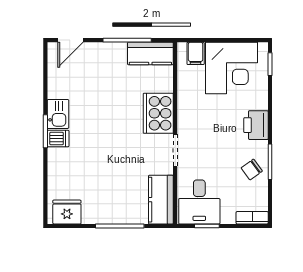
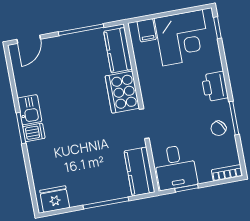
kitchen counter: (150, 53) -> (118, 50), moved, turned 90

